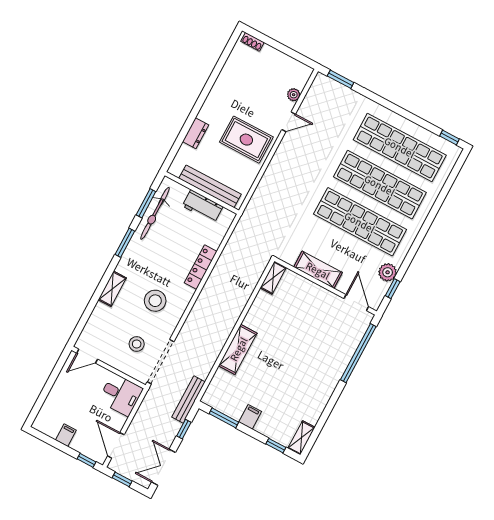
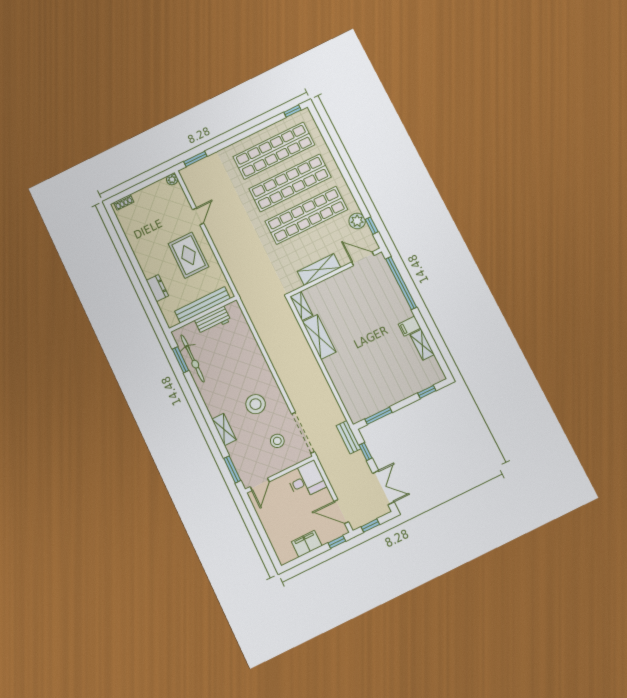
plant: (294, 95) -> (172, 179), moved
rug: (246, 140) -> (189, 255), turned 90
window: (125, 243) -> (232, 469), moved
locker: (201, 267) -> (255, 353), removed
shelving: (238, 349) -> (319, 337), moved
bench: (189, 400) -> (349, 437), width x0.73
filing cabinet: (250, 417) -> (409, 326), moved, turned -90
filing cabinet: (66, 435) -> (307, 544), width x2.00
shelving: (301, 438) -> (422, 345), moved
double door: (163, 467) -> (383, 488), swing flipped

